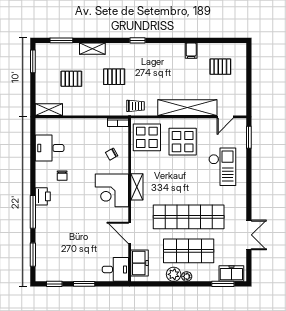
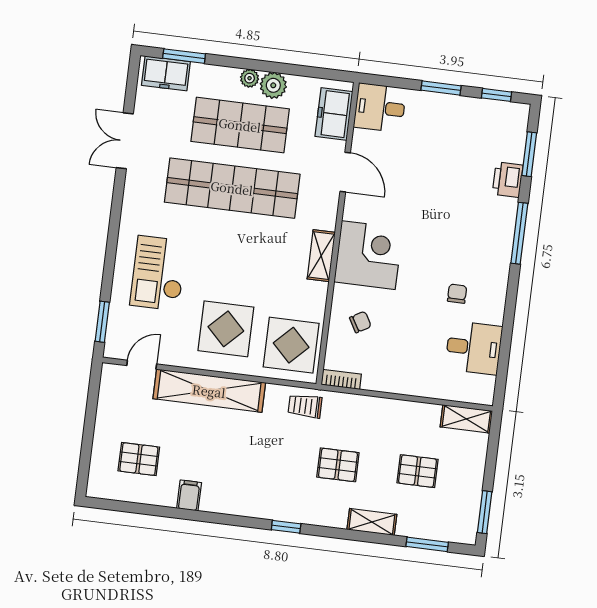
printer: (43, 196) -> (508, 180), moved

